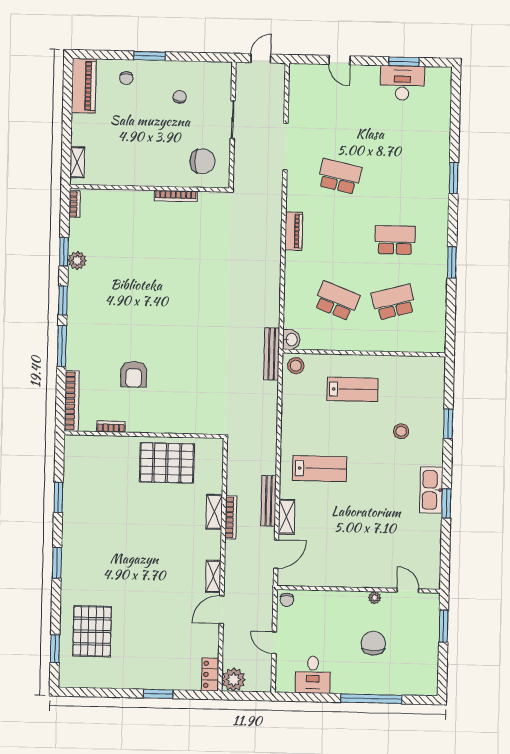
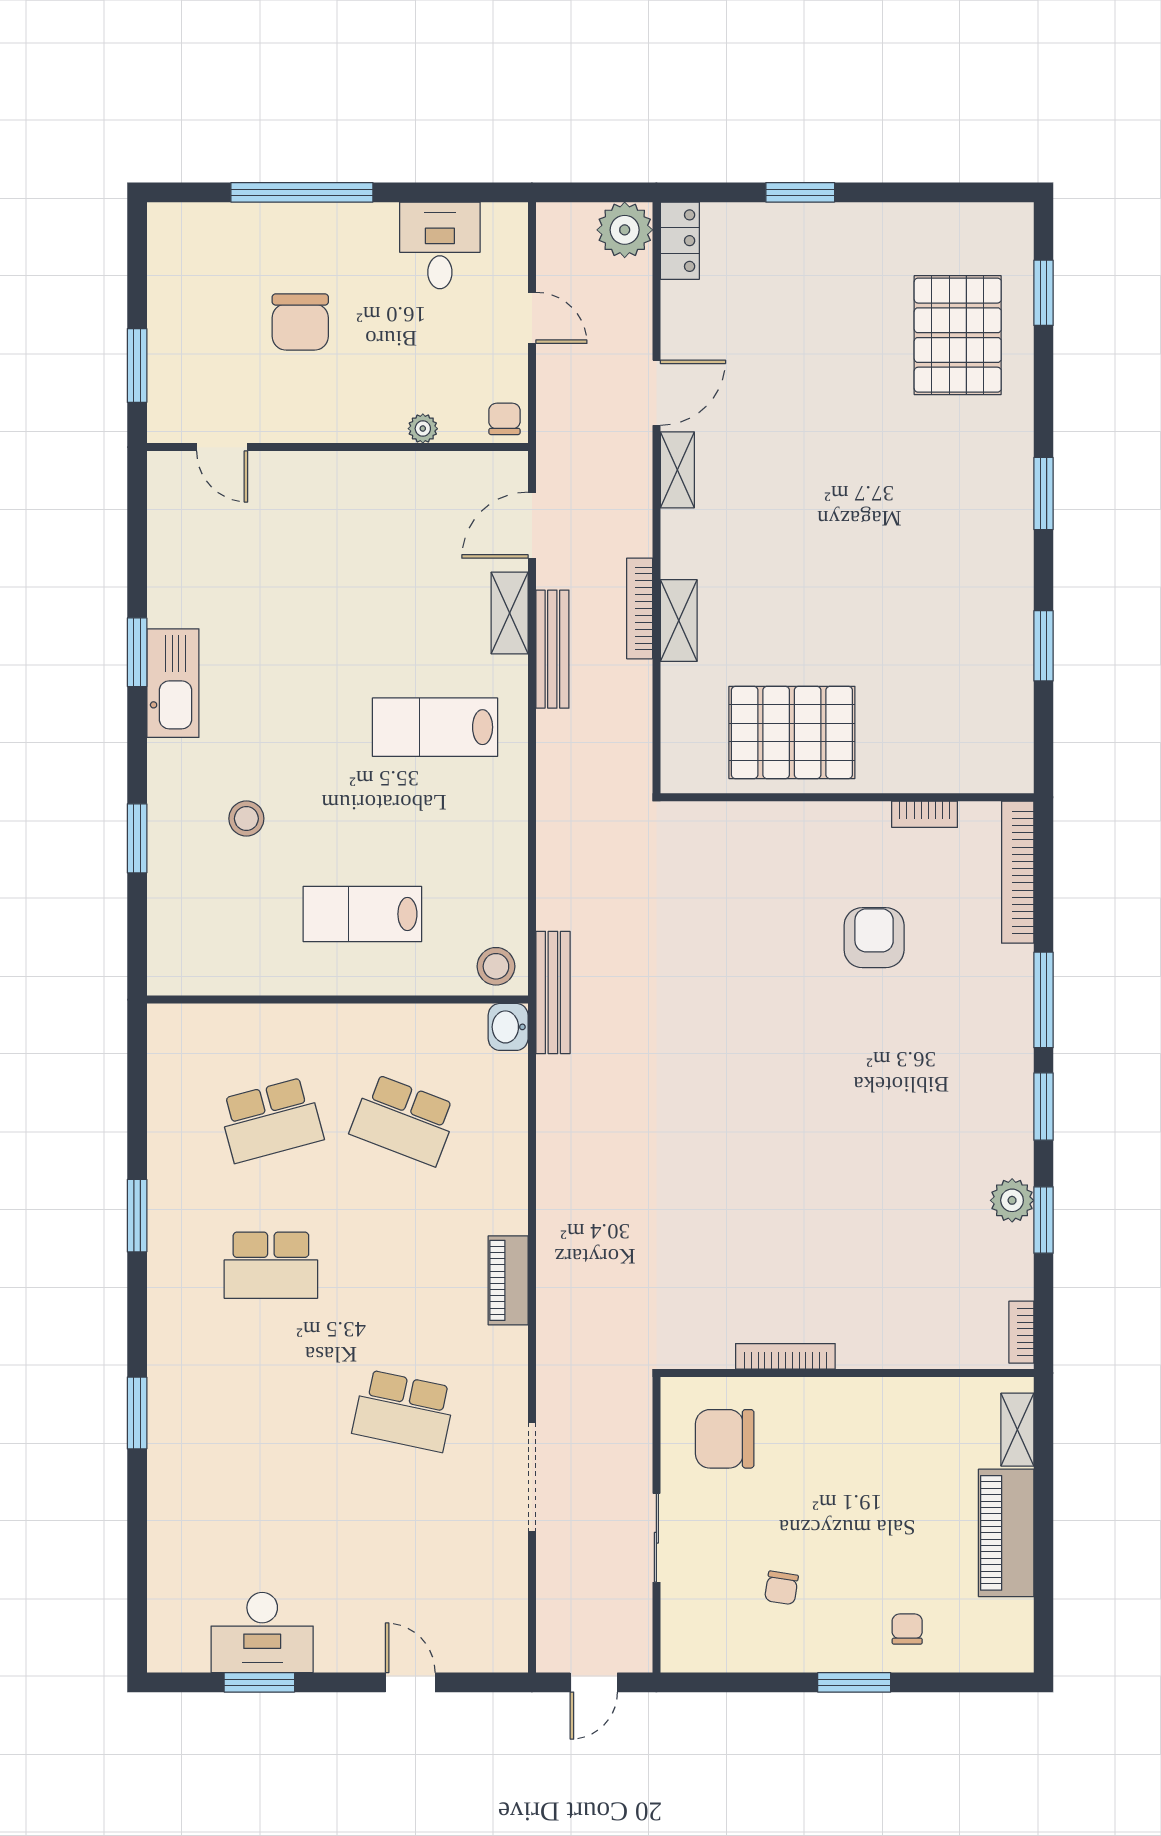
piano: (84, 86) -> (1006, 1533), moved
plant: (375, 598) -> (423, 429), moved

